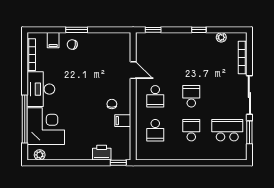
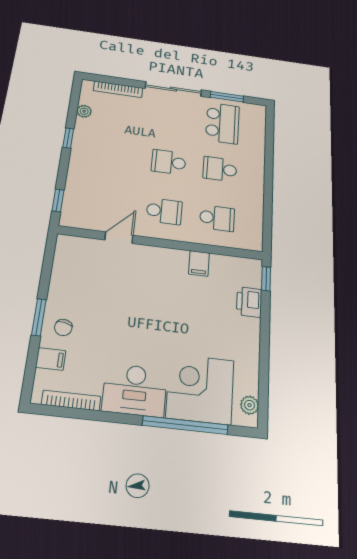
chair: (112, 104) -> (171, 277), removed
school desk: (227, 130) -> (222, 123), turned 180

